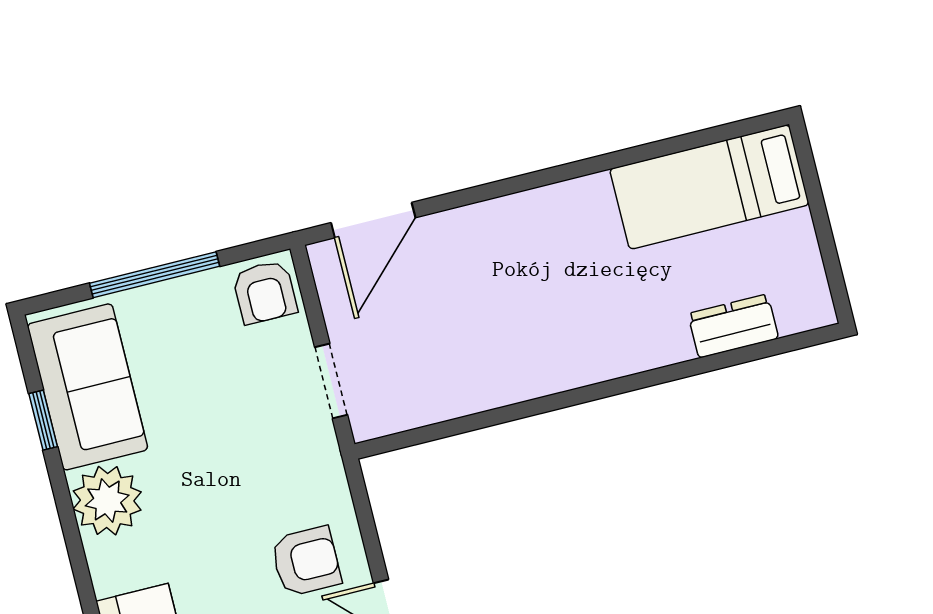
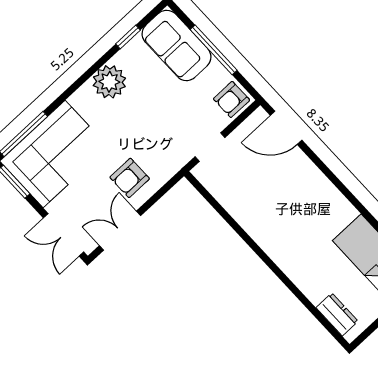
dresser: (733, 326) -> (337, 314), moved
sofa: (88, 387) -> (177, 45), moved, turned 90
armchair: (306, 561) -> (130, 178), turned 90

